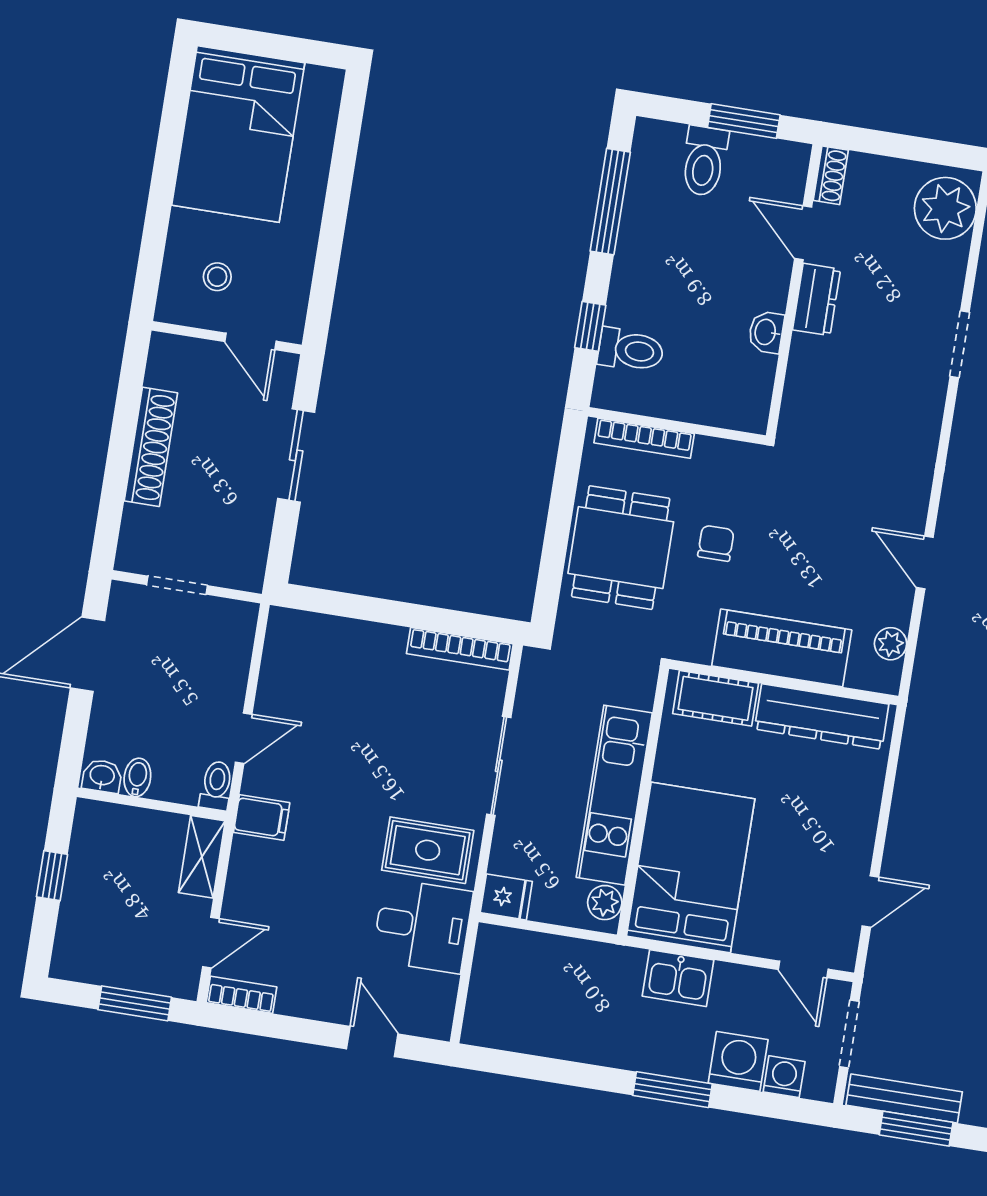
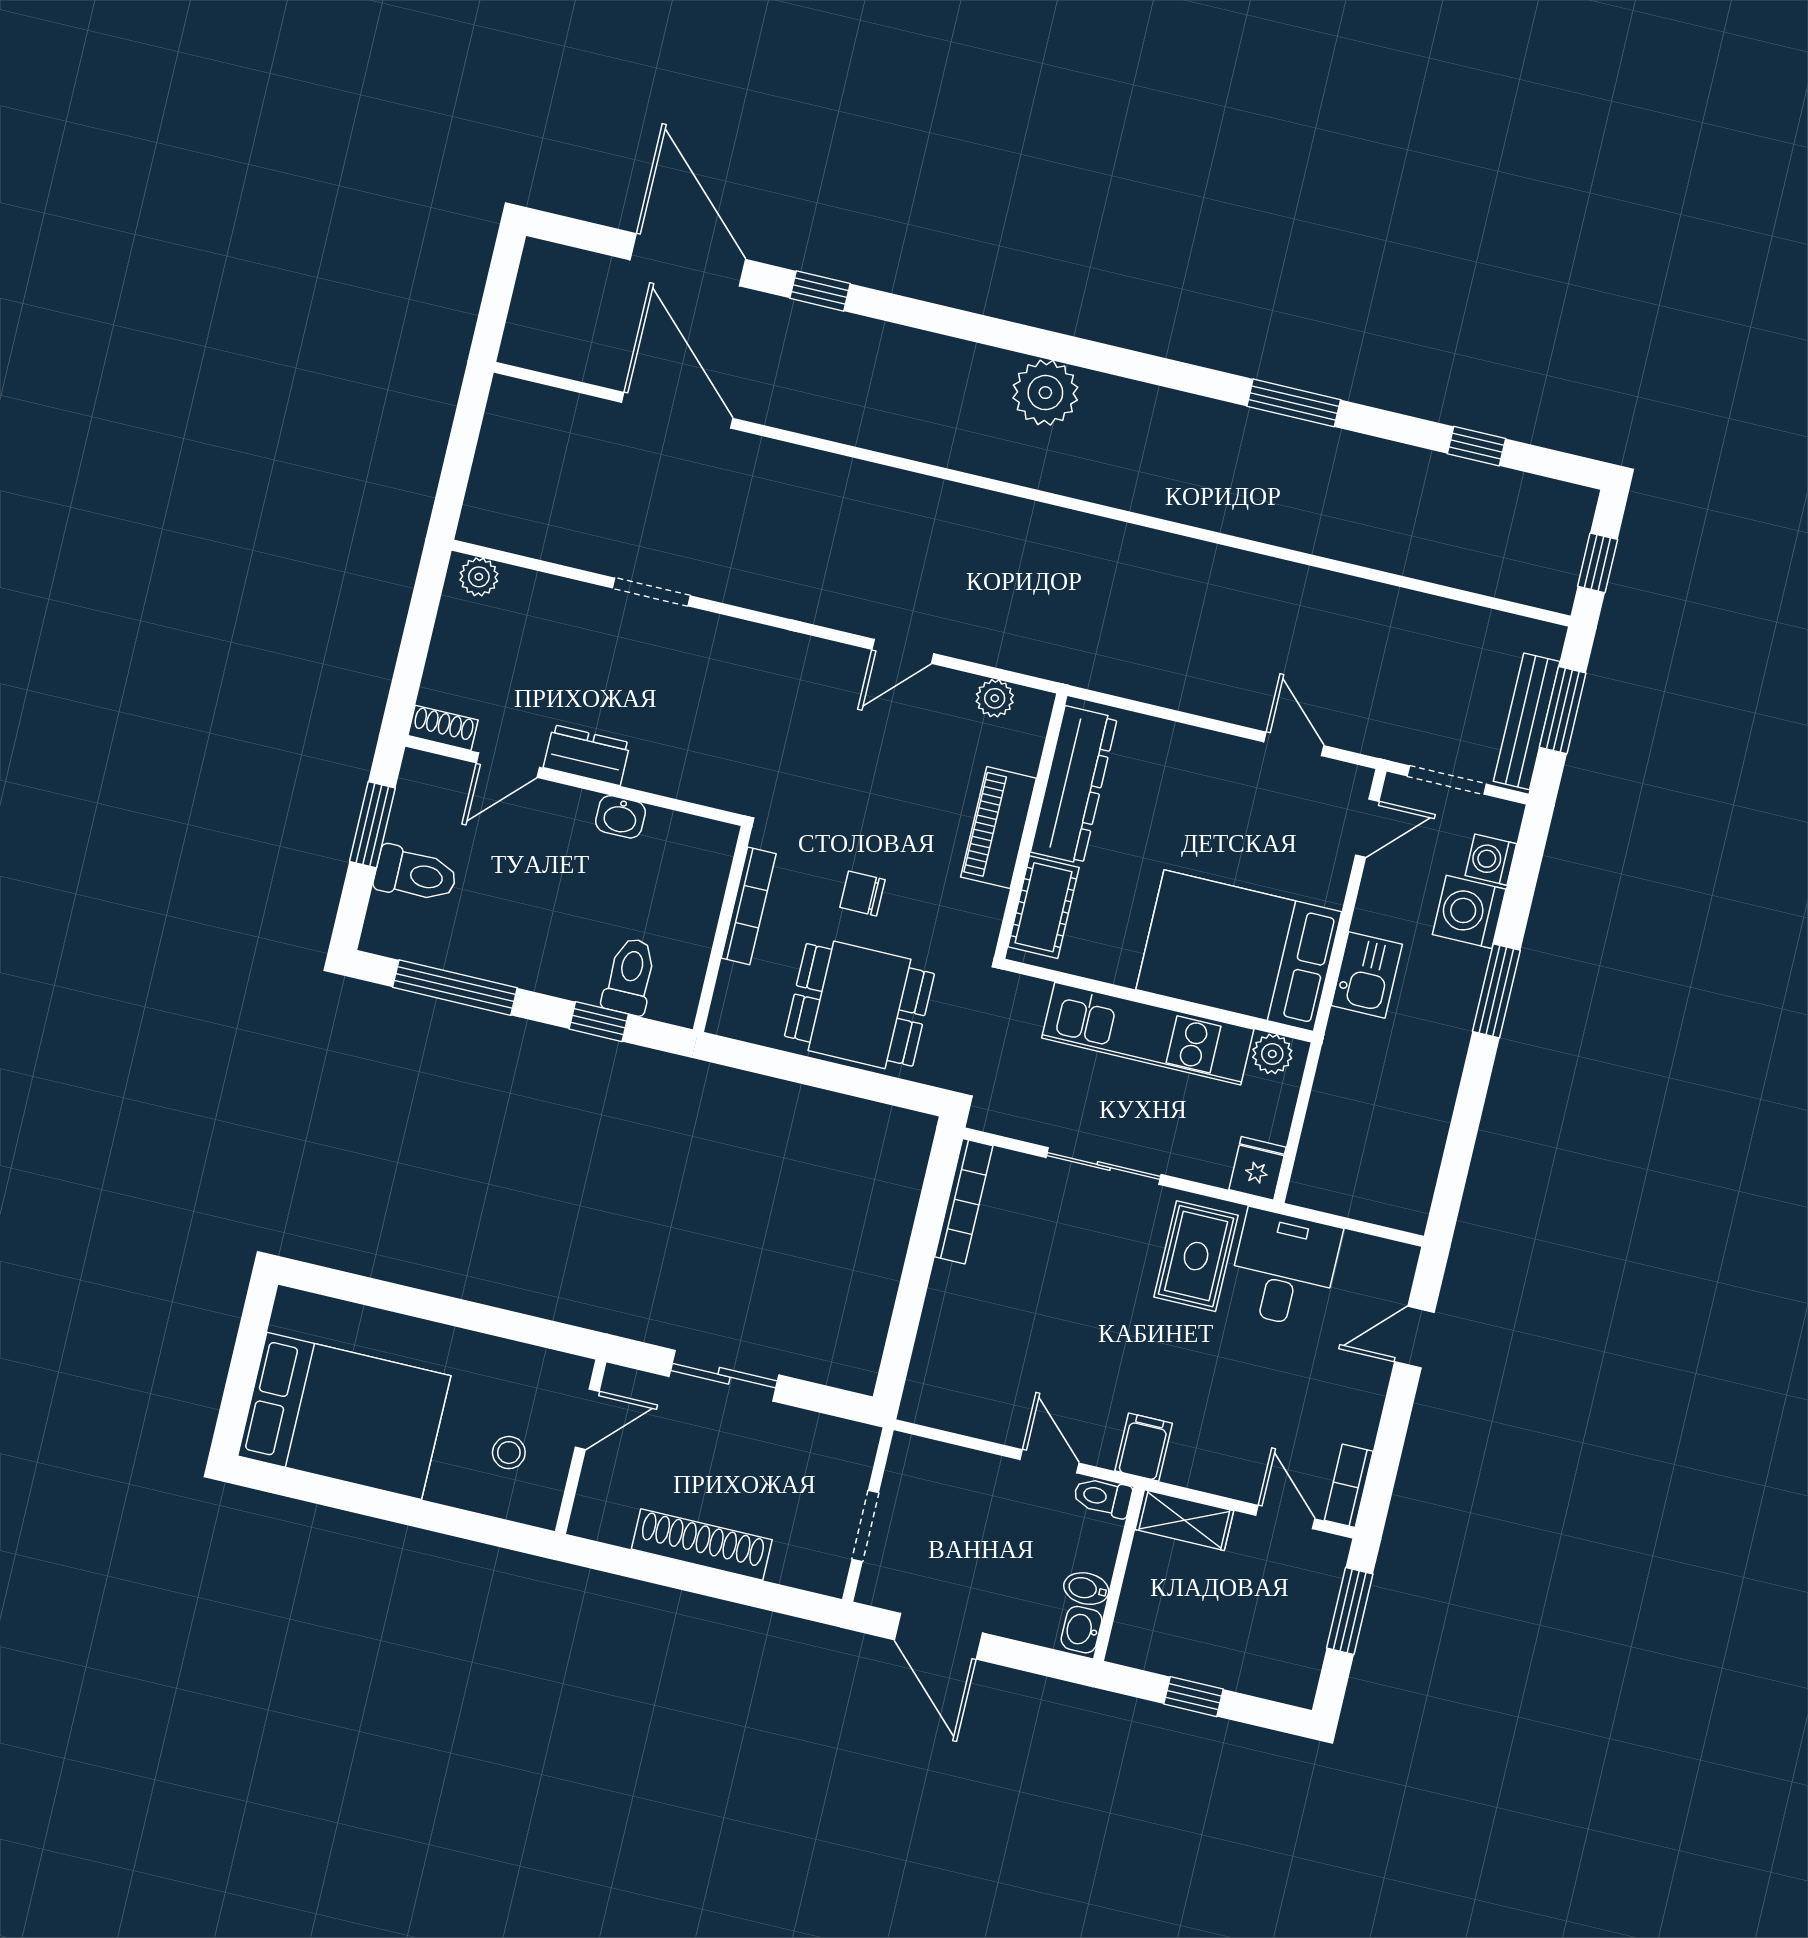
plant: (945, 208) -> (479, 577), width x0.53, depth x0.53
bookcase: (644, 438) -> (749, 906), moved
piano: (782, 648) -> (998, 828), width x0.73, depth x0.75

